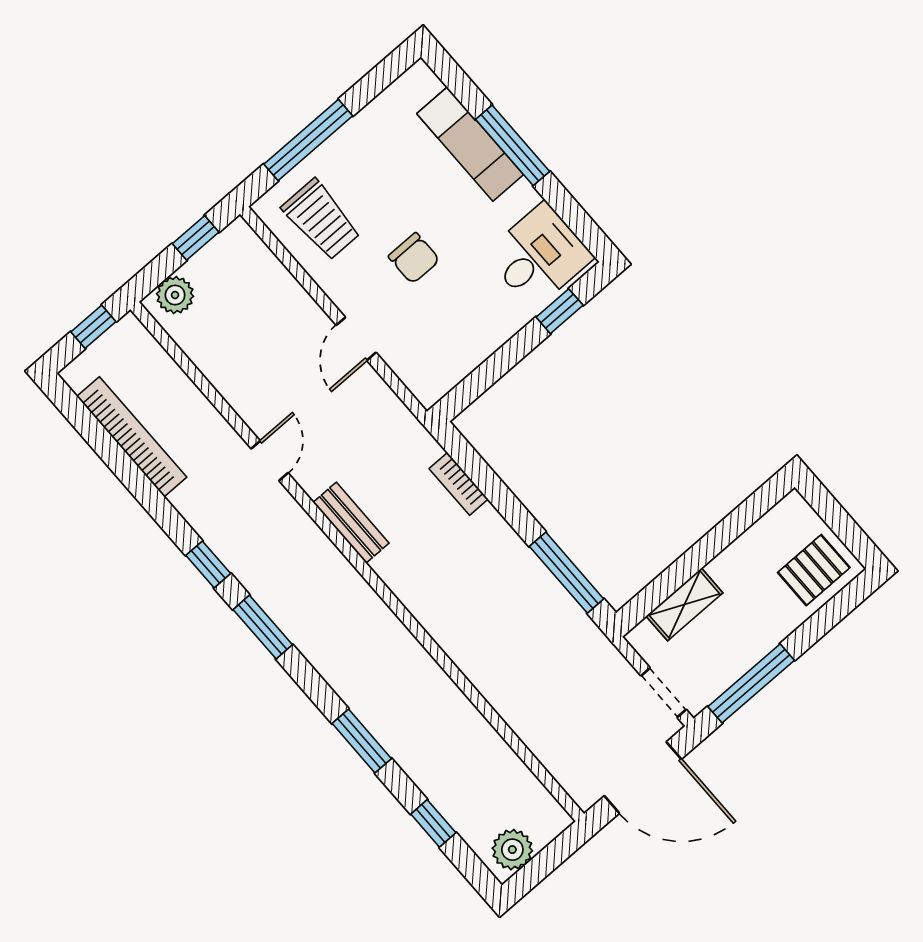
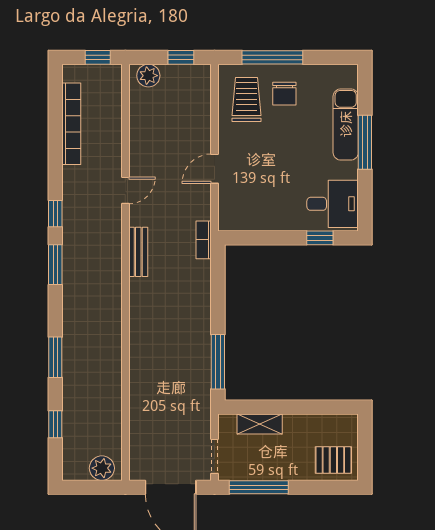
trolley: (321, 220) -> (246, 100), turned 180
chair: (414, 258) -> (284, 94), moved
bookcase: (459, 484) -> (204, 240), moved
plant: (512, 850) -> (102, 468), moved

